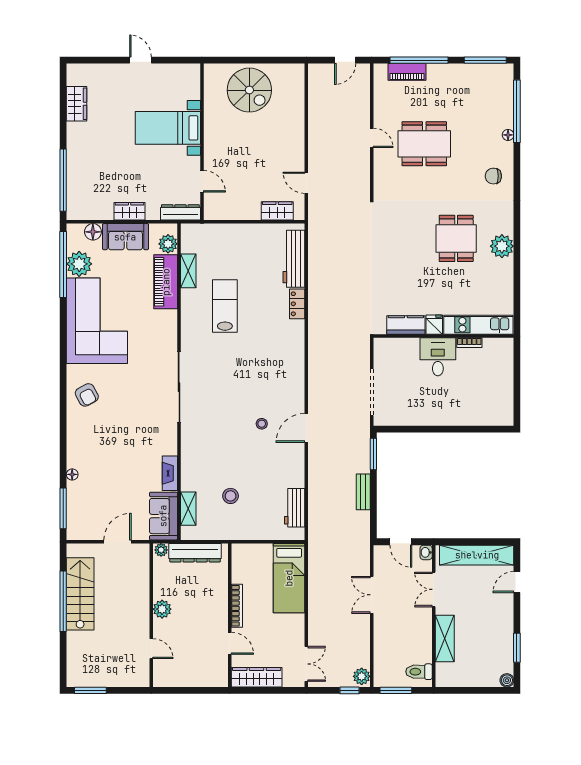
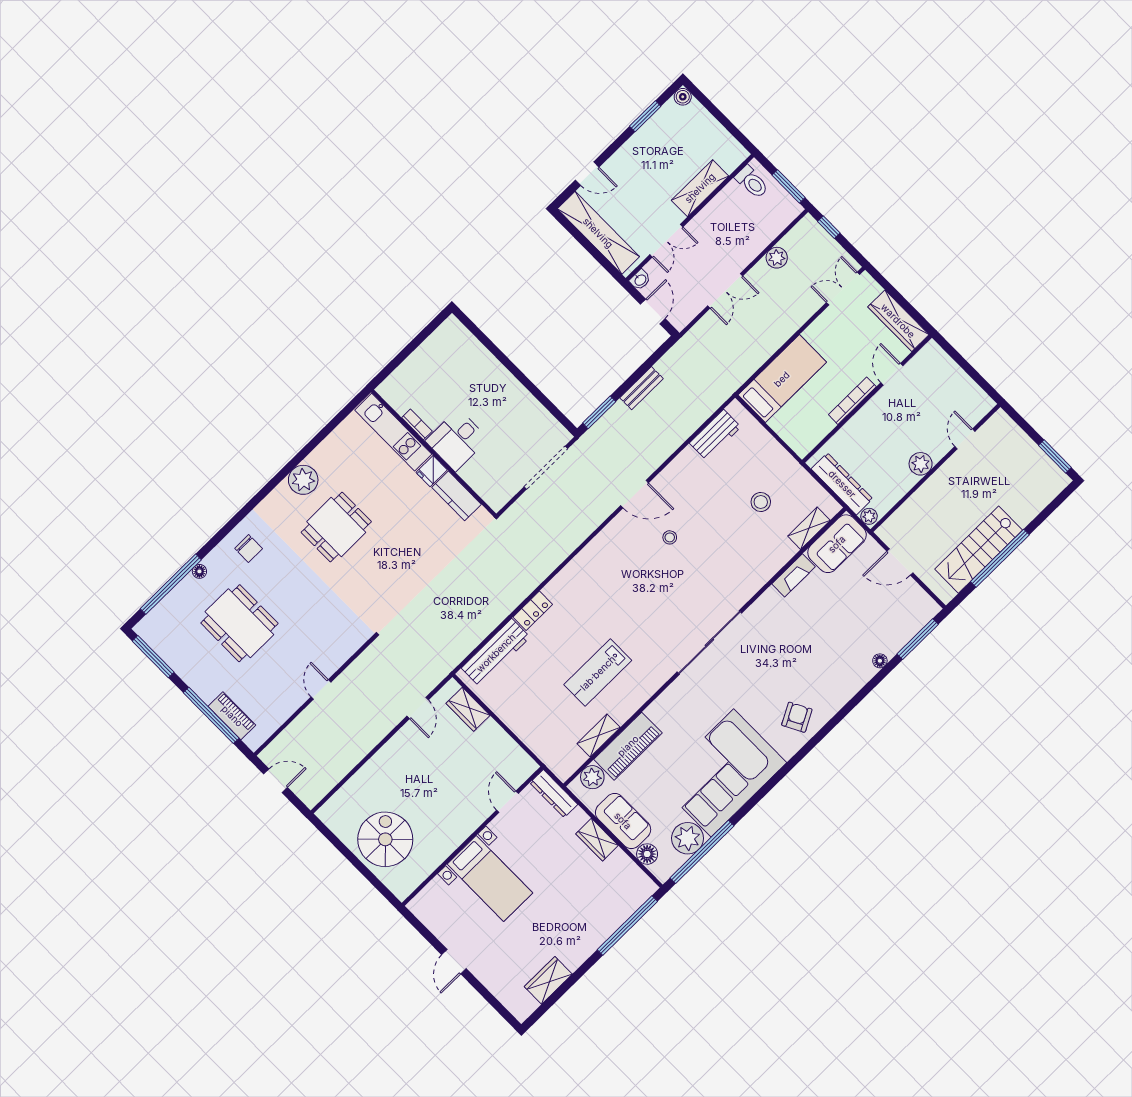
dining table: (424, 144) -> (239, 623), moved
plant: (362, 676) -> (777, 258), moved

